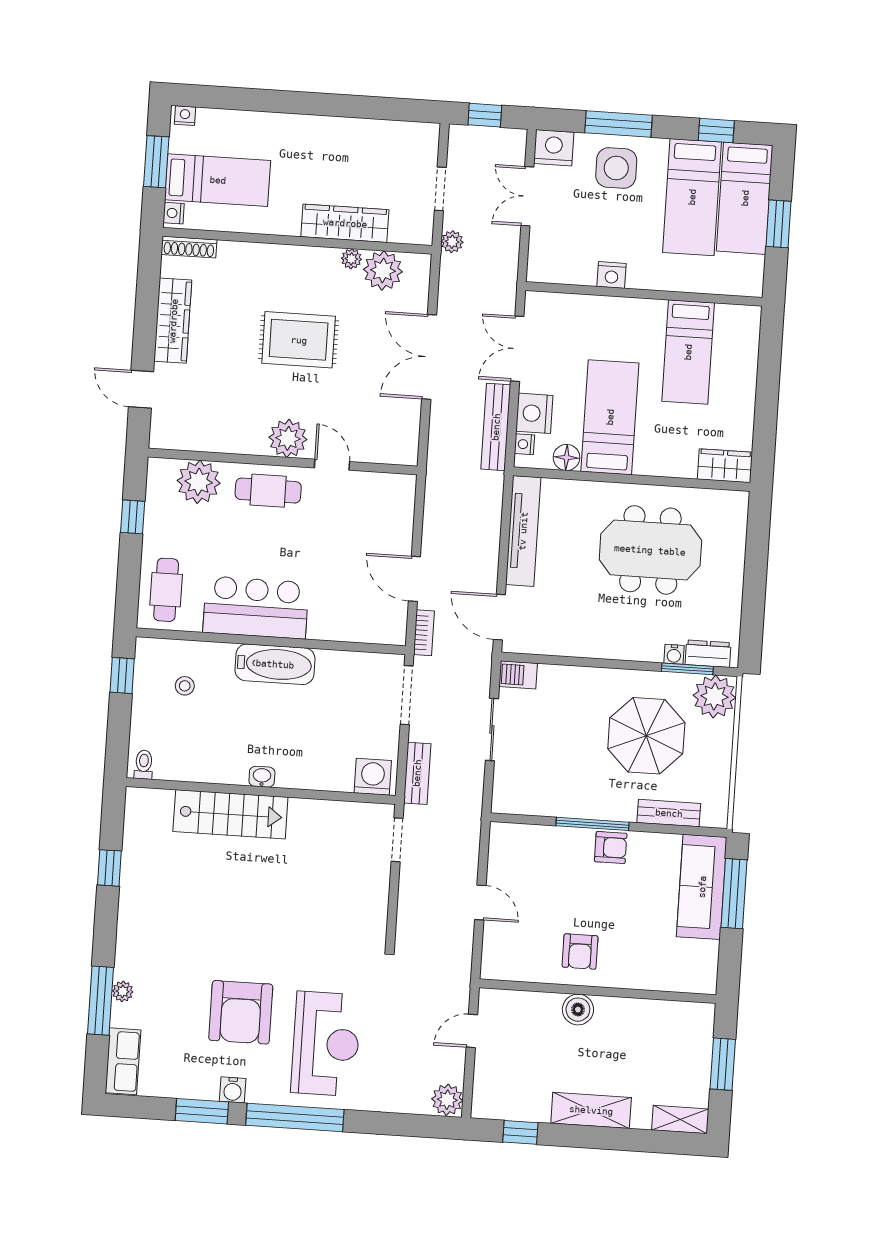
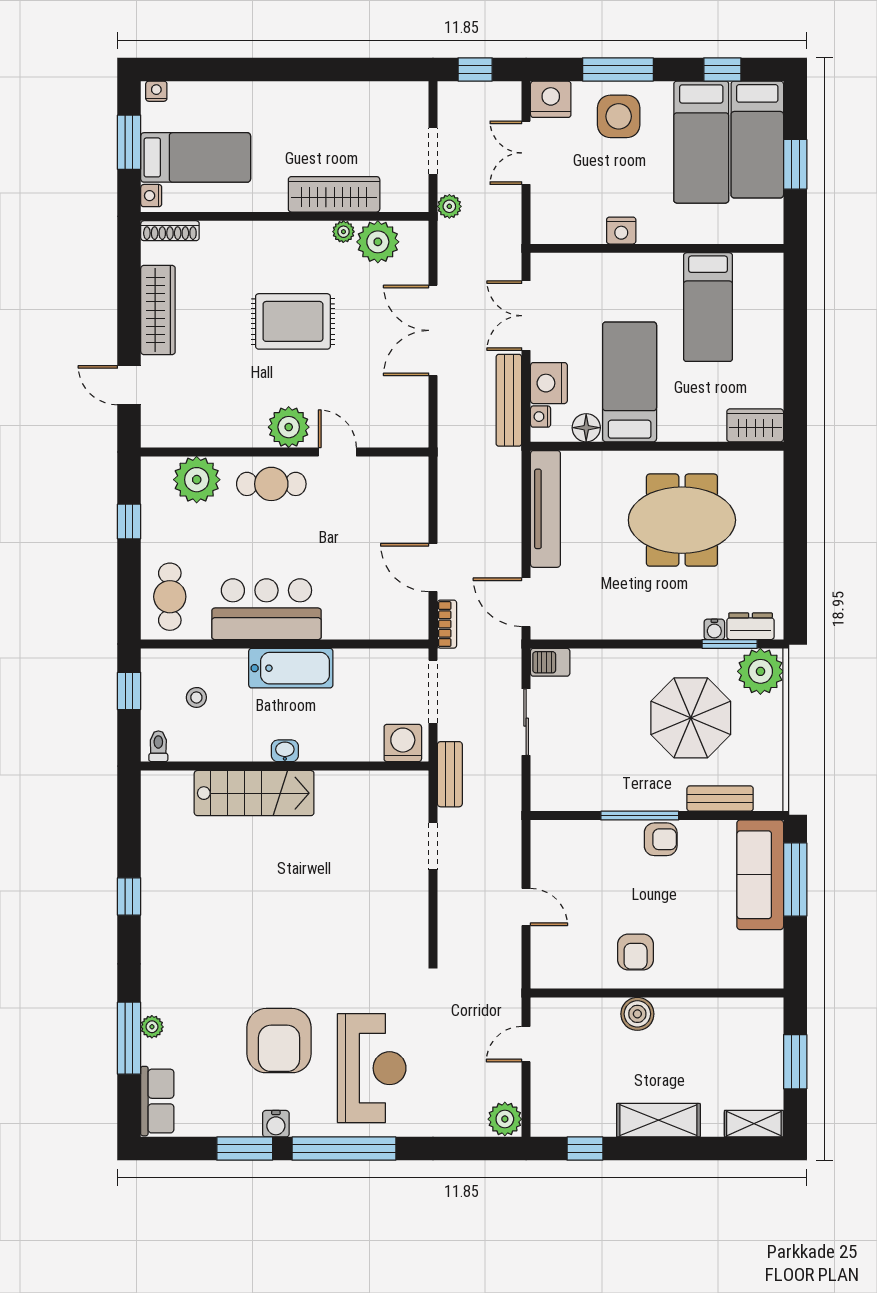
toilet: (144, 765) -> (158, 746), moved
washbasin: (262, 777) -> (285, 751), moved
washing machine: (373, 777) -> (403, 743), moved
wall: (261, 791) -> (285, 766), moved
stairs: (230, 814) -> (254, 793), moved

